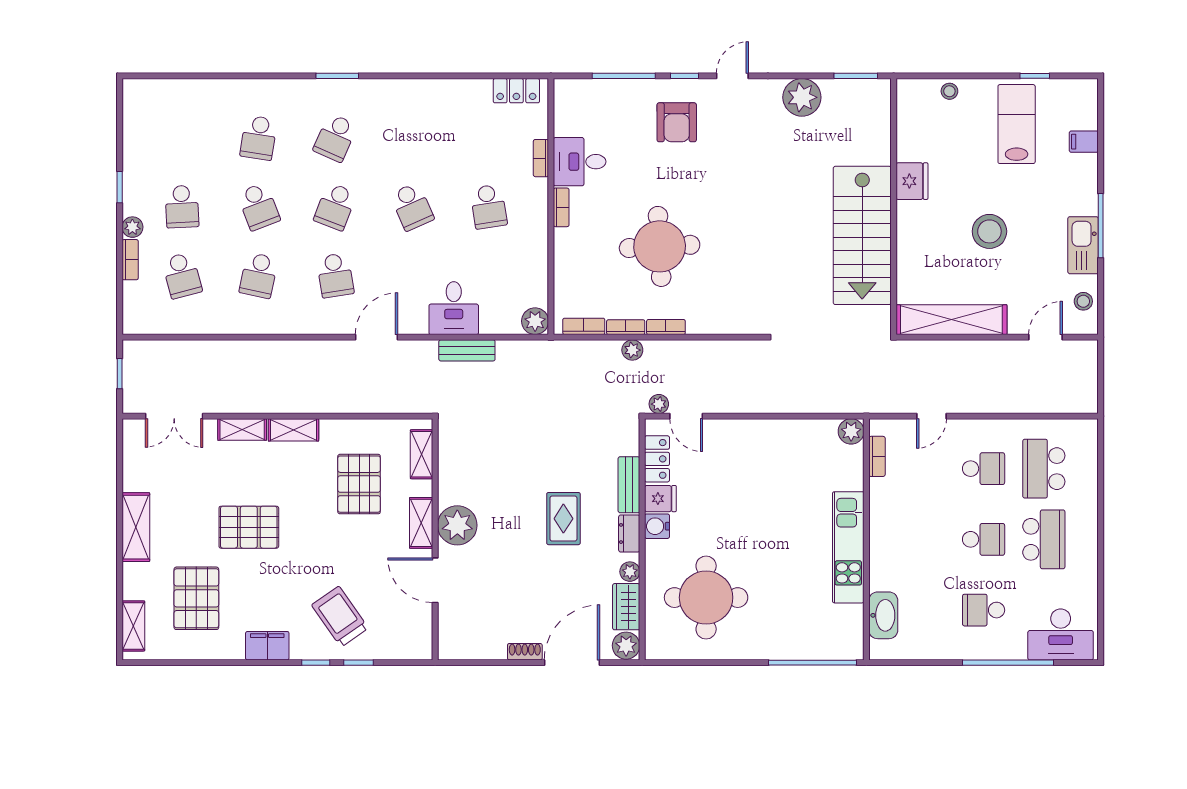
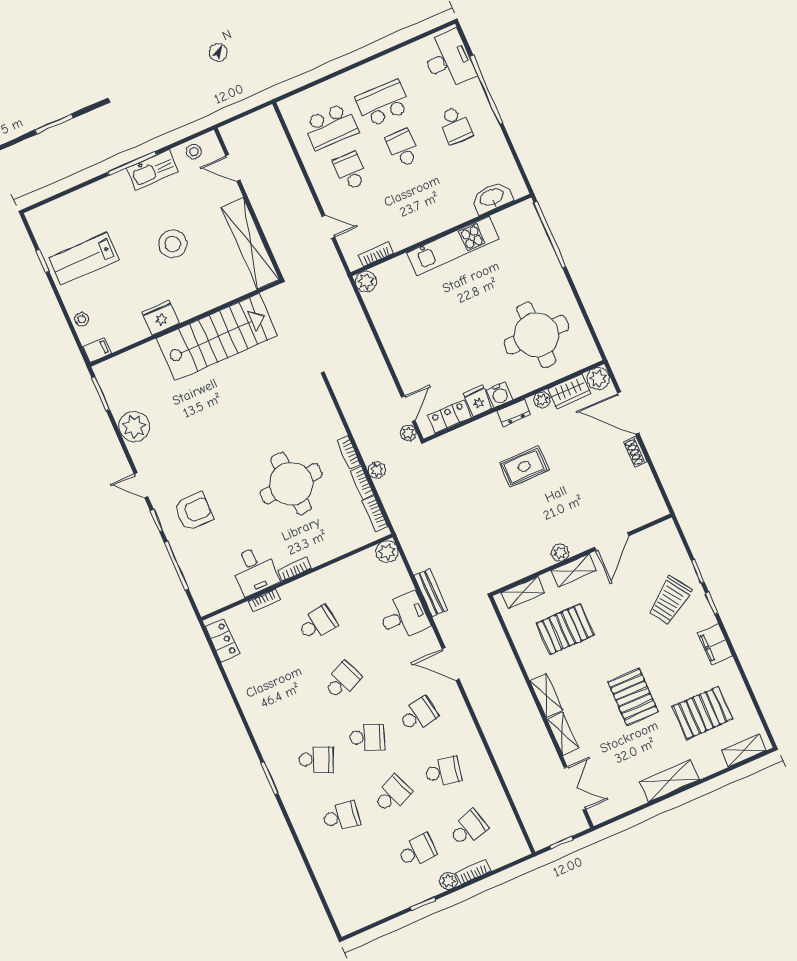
filing cabinet: (1084, 142) -> (97, 350), moved, turned -90
bench: (629, 485) -> (478, 429), removed
plant: (457, 525) -> (560, 553), width x0.53, depth x0.53

